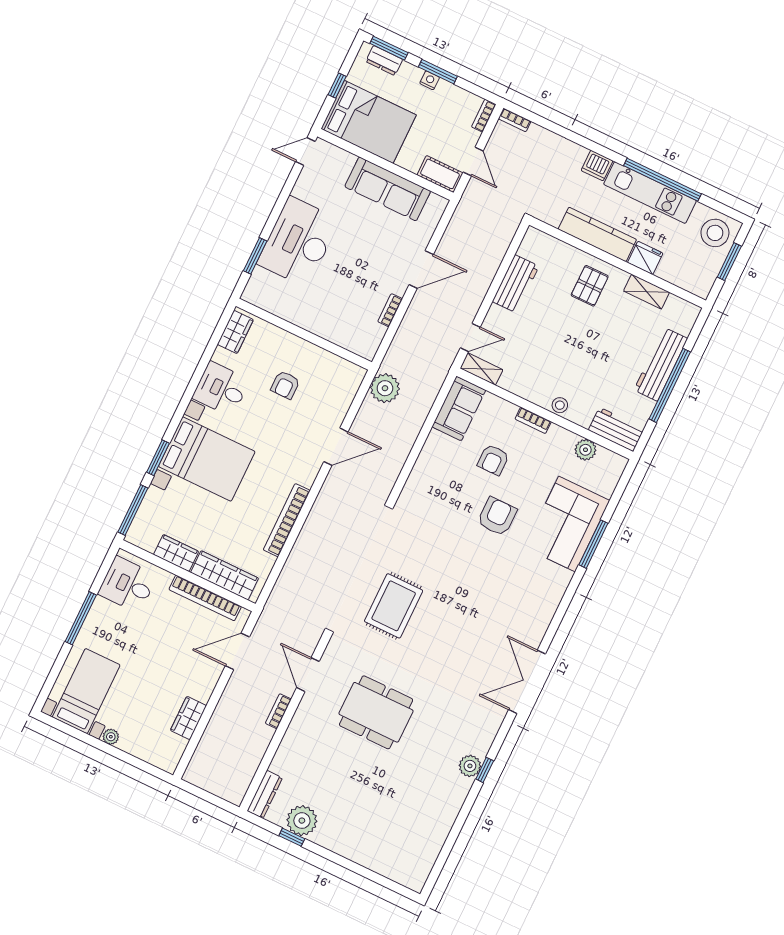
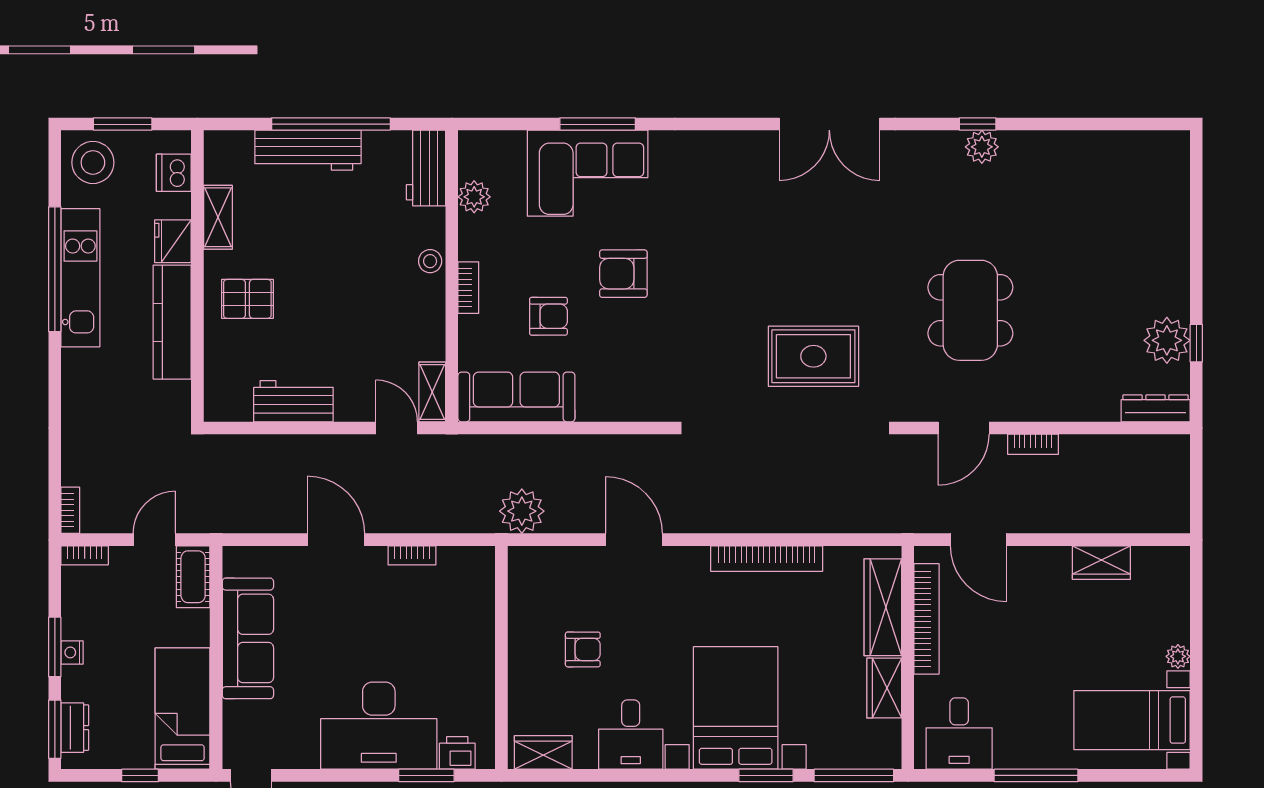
bed: (369, 122) -> (183, 708), width x0.67
dishwasher: (597, 166) -> (174, 173), moved, turned 180
printer: (260, 281) -> (457, 753), added
sofa: (459, 408) -> (516, 397), width x1.36

